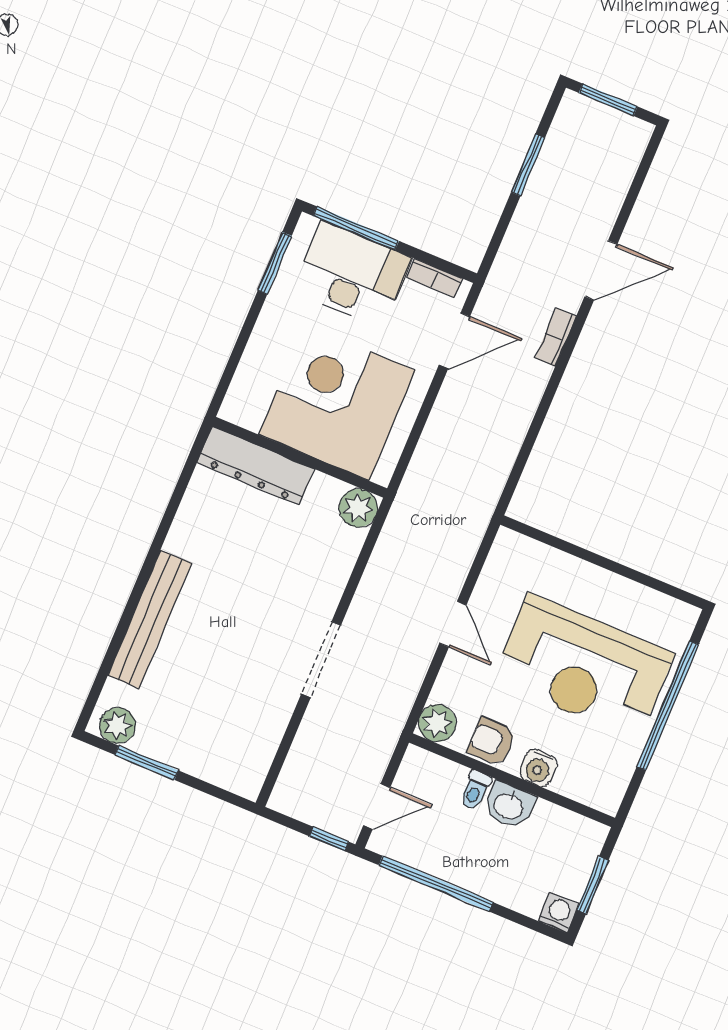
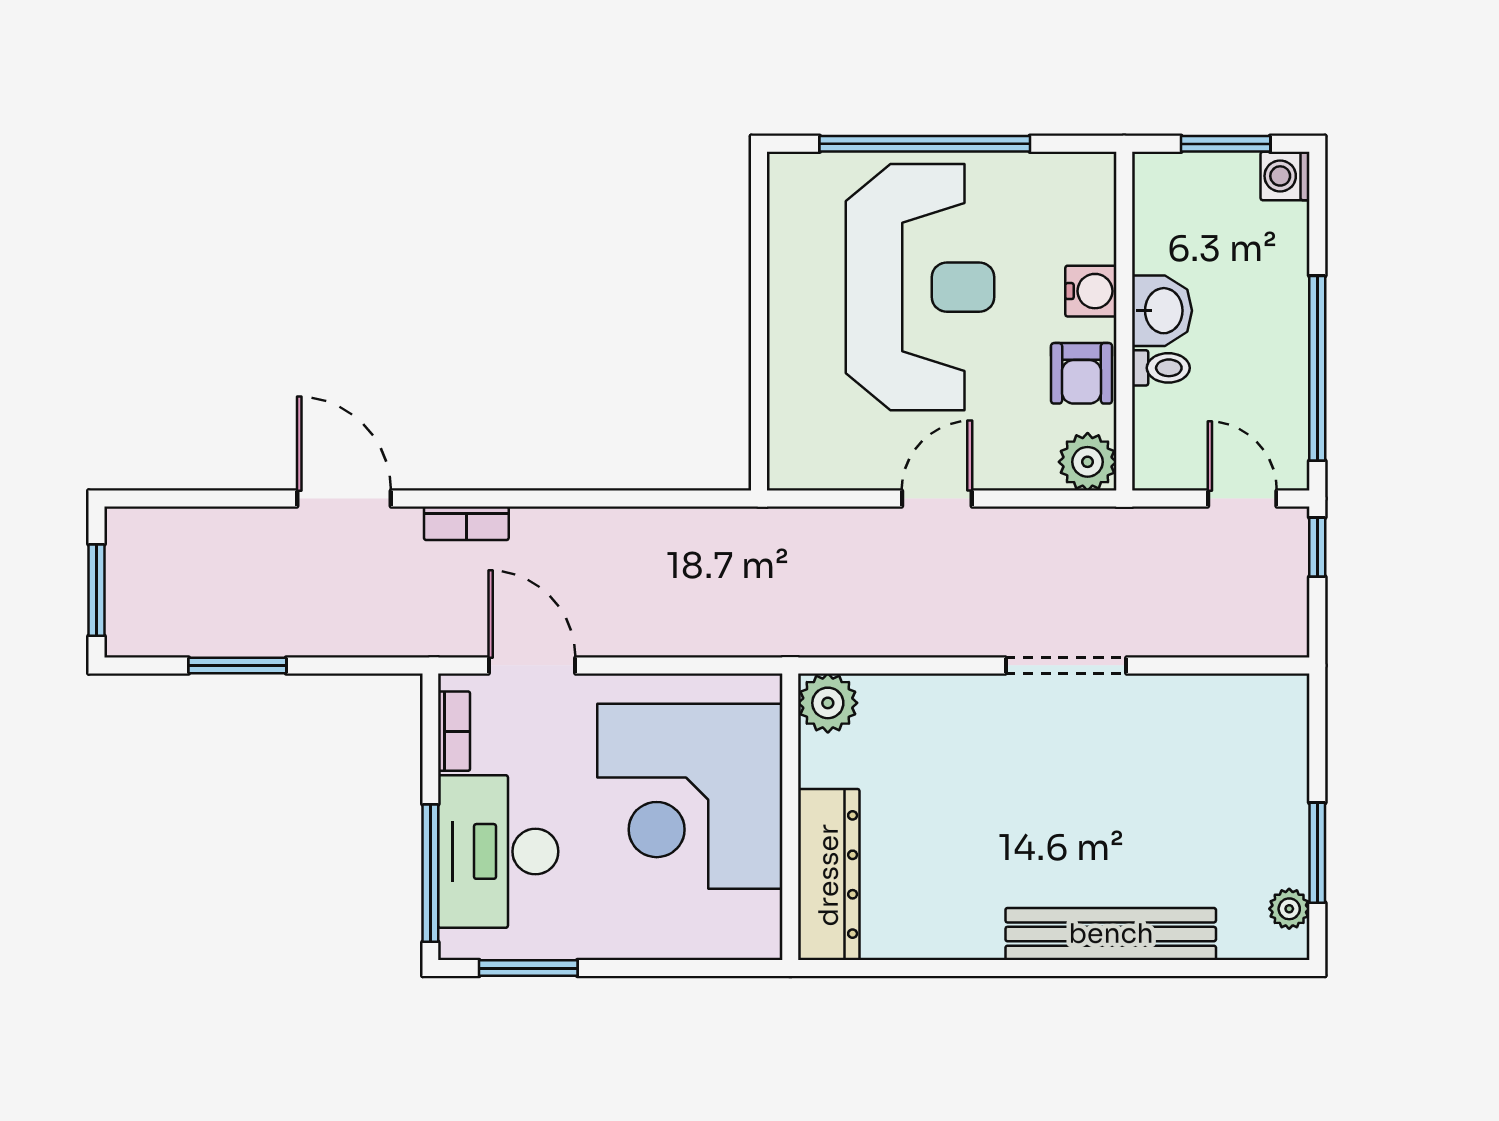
plant: (118, 726) -> (1289, 909), width x0.73, depth x0.73

